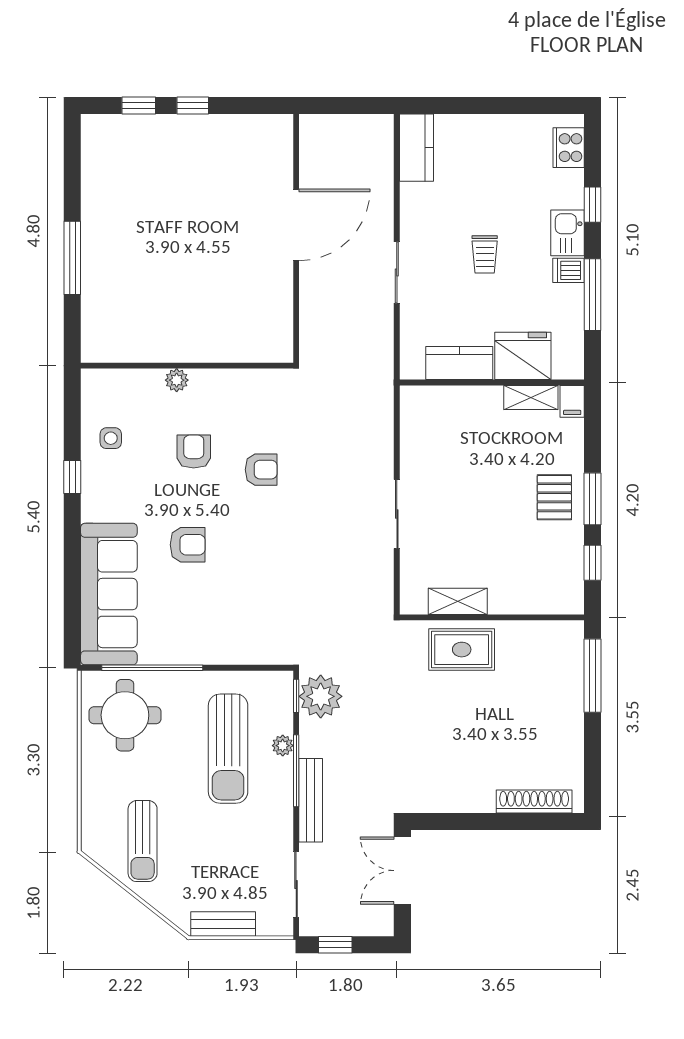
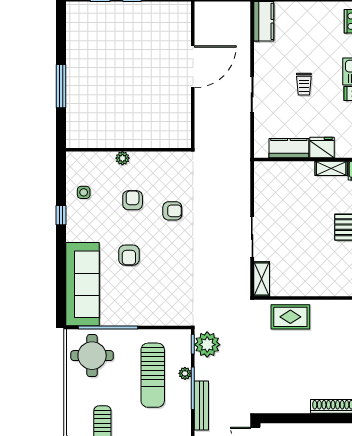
fridge: (523, 356) -> (322, 147), width x0.73, depth x0.75
armchair: (188, 545) -> (129, 255), turned 90
shelving: (458, 601) -> (262, 279), moved, turned 90

